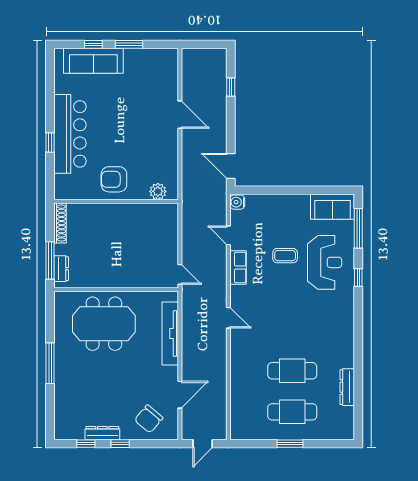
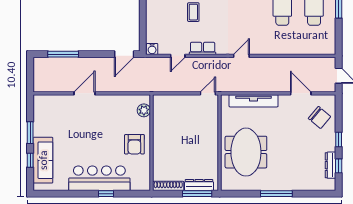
window: (231, 87) -> (63, 54), width x2.17
dresser: (61, 269) -> (199, 185), width x1.44
dresser: (102, 433) -> (330, 165), moved

